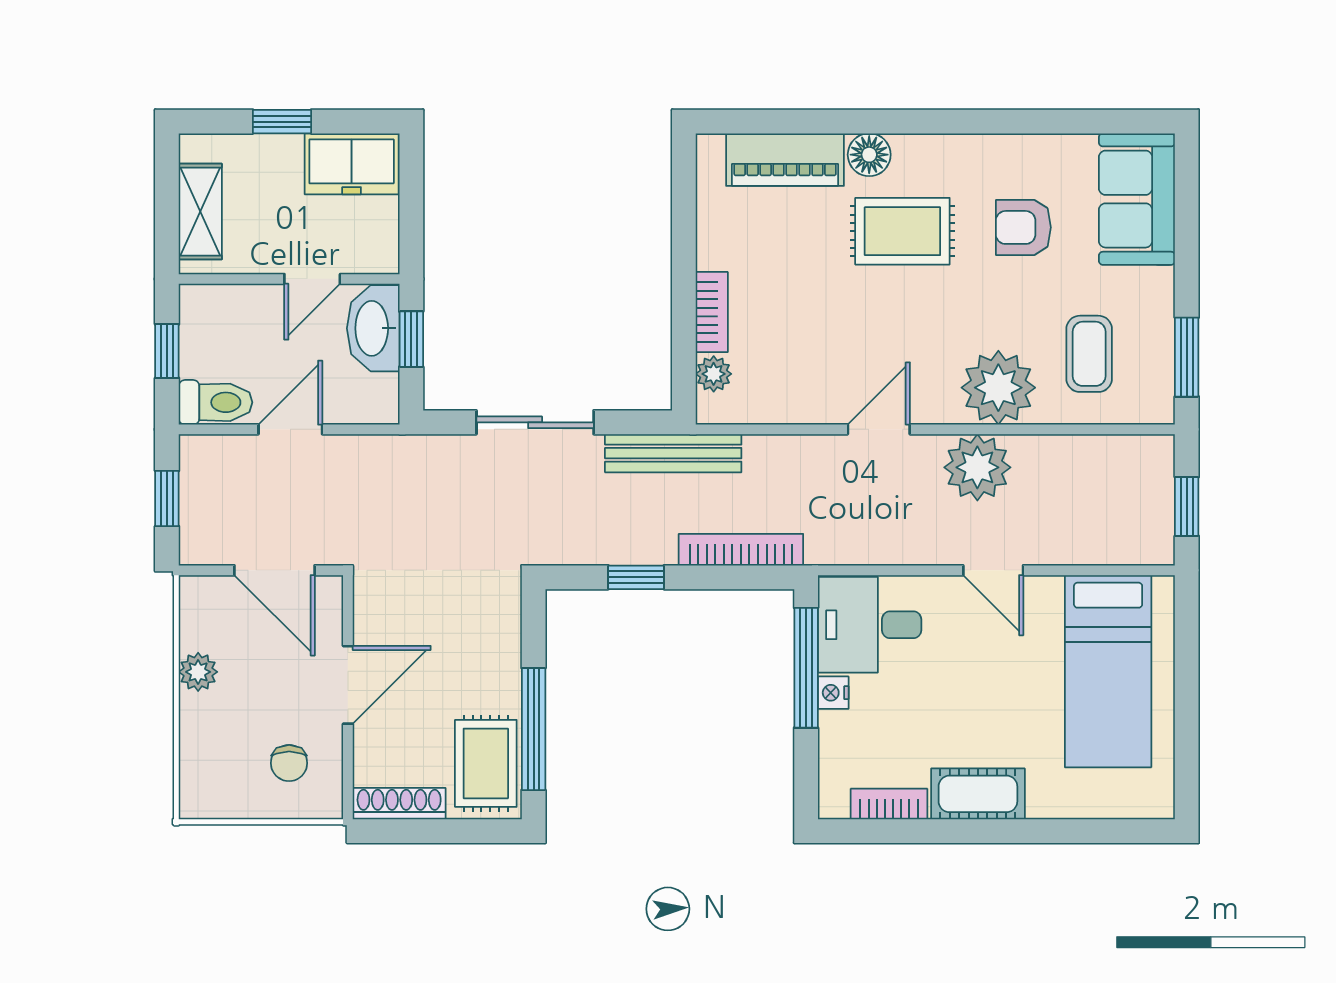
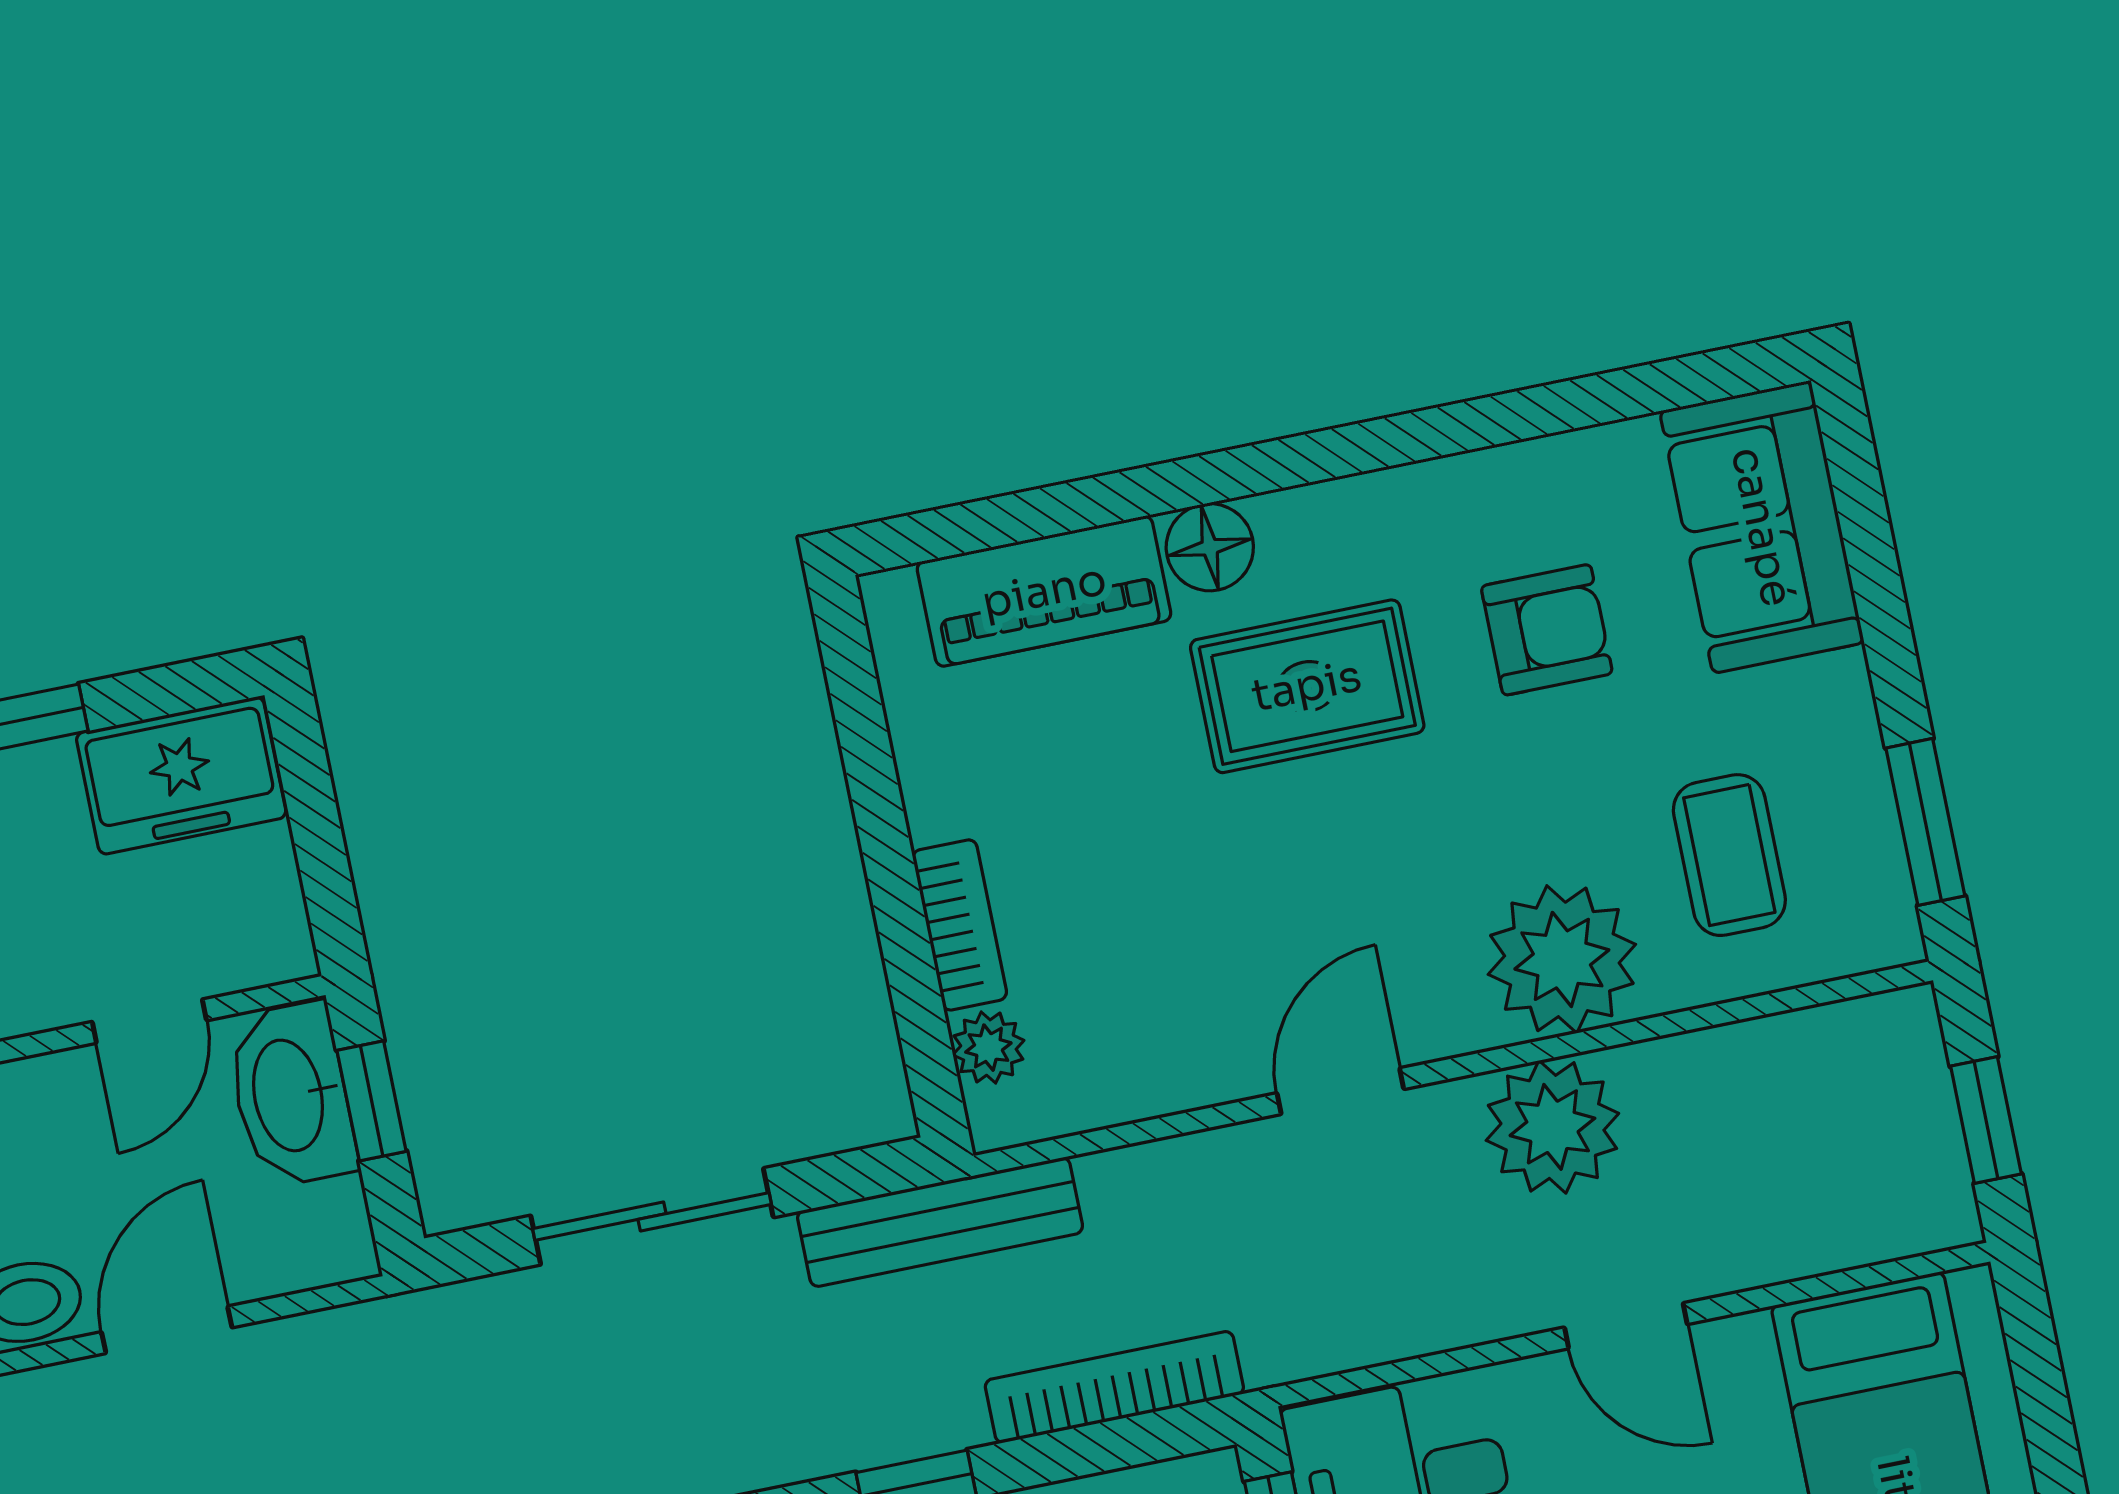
armchair: (1023, 227) -> (1547, 630), turned 180

